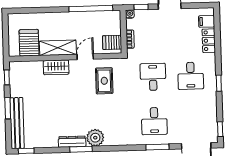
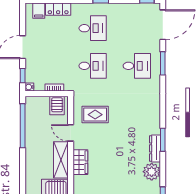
desk: (153, 77) -> (93, 66), turned 180
plant: (95, 138) -> (152, 172), moved

